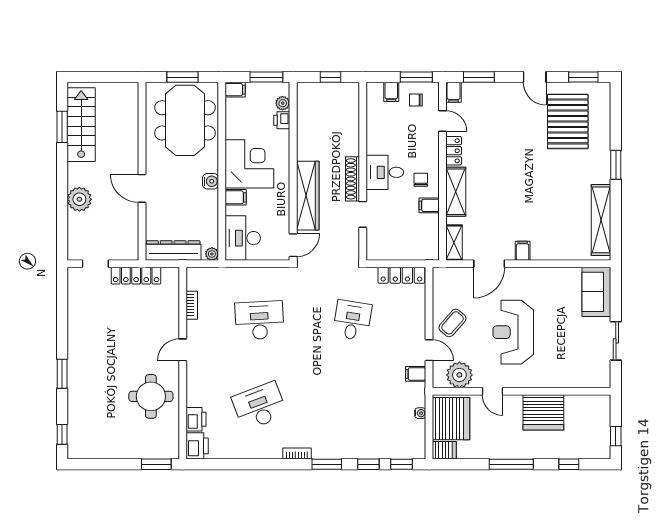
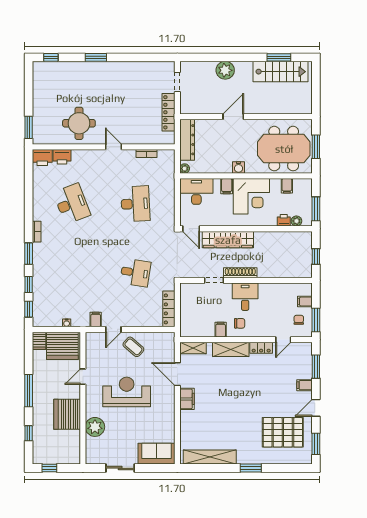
filing cabinet: (235, 90) -> (287, 186), moved
filing cabinet: (454, 92) -> (305, 385), moved
filing cabinet: (523, 251) -> (187, 399), width x2.00
plant: (459, 375) -> (95, 427), moved

